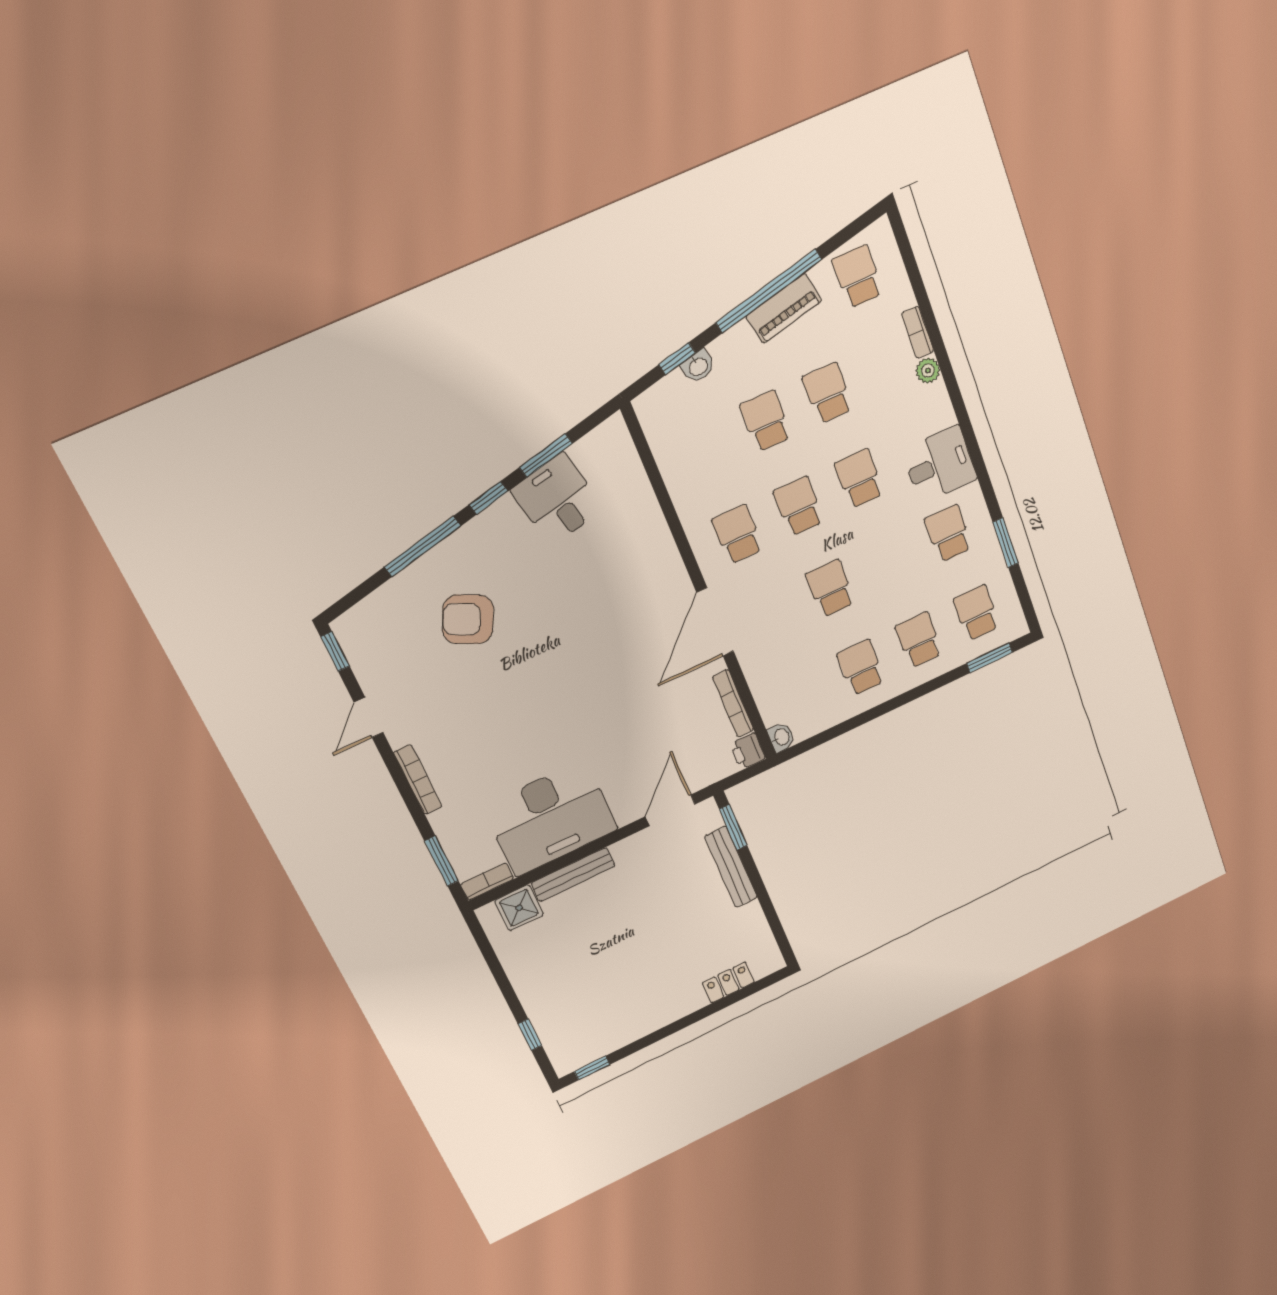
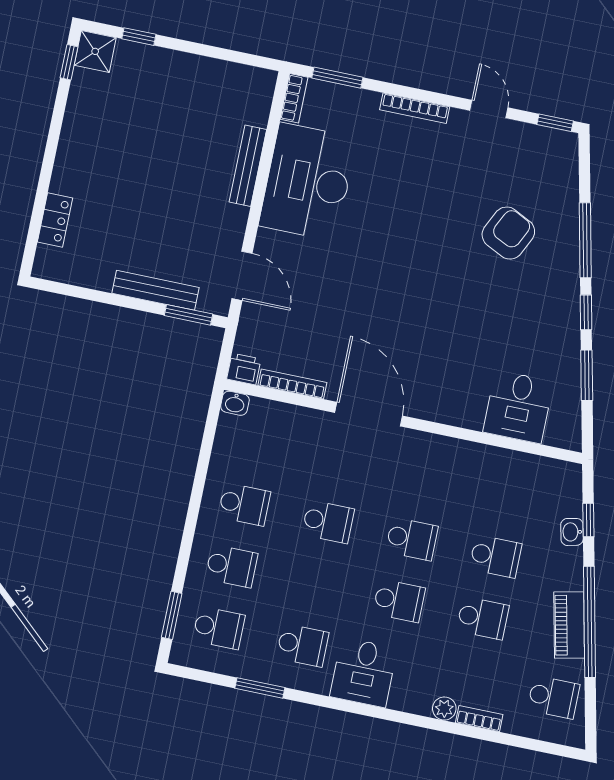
desk: (557, 499) -> (518, 407), moved, turned 102
school desk: (738, 534) -> (425, 477), removed
shower: (519, 908) -> (95, 51), moved

